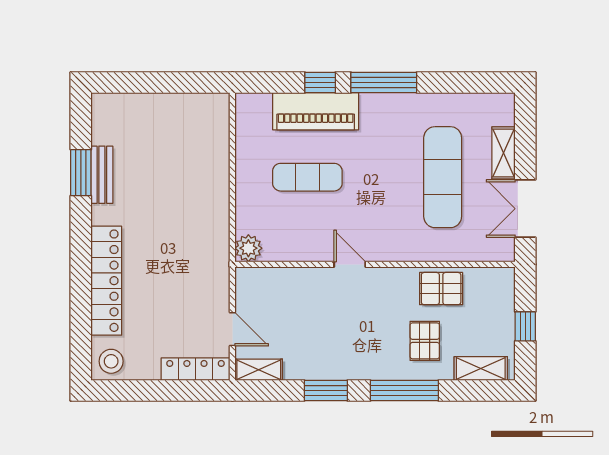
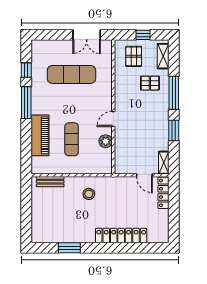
window: (320, 82) -> (26, 70), moved
shelving: (504, 153) -> (60, 45), removed
bench: (102, 175) -> (50, 182), moved
plant: (248, 248) -> (106, 141), moved
pallet: (441, 289) -> (134, 56), moved
door: (232, 329) -> (144, 175), swing flipped
stool: (111, 361) -> (89, 194), moved

